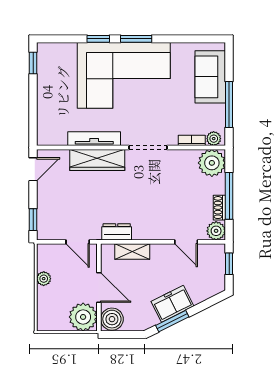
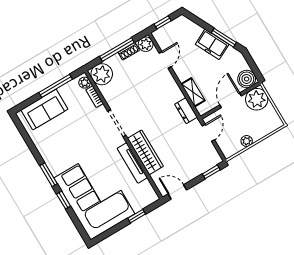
window: (33, 63) -> (137, 216), moved
corner sofa: (124, 75) -> (94, 196), moved

